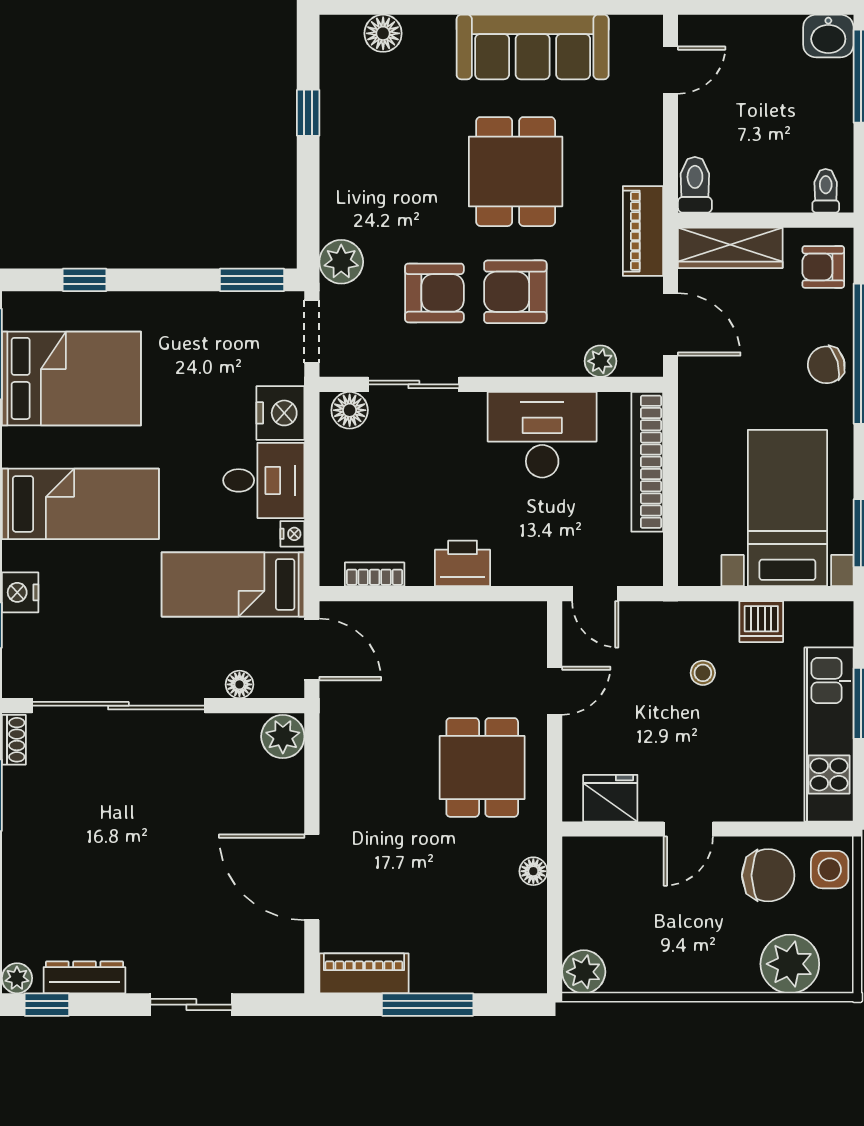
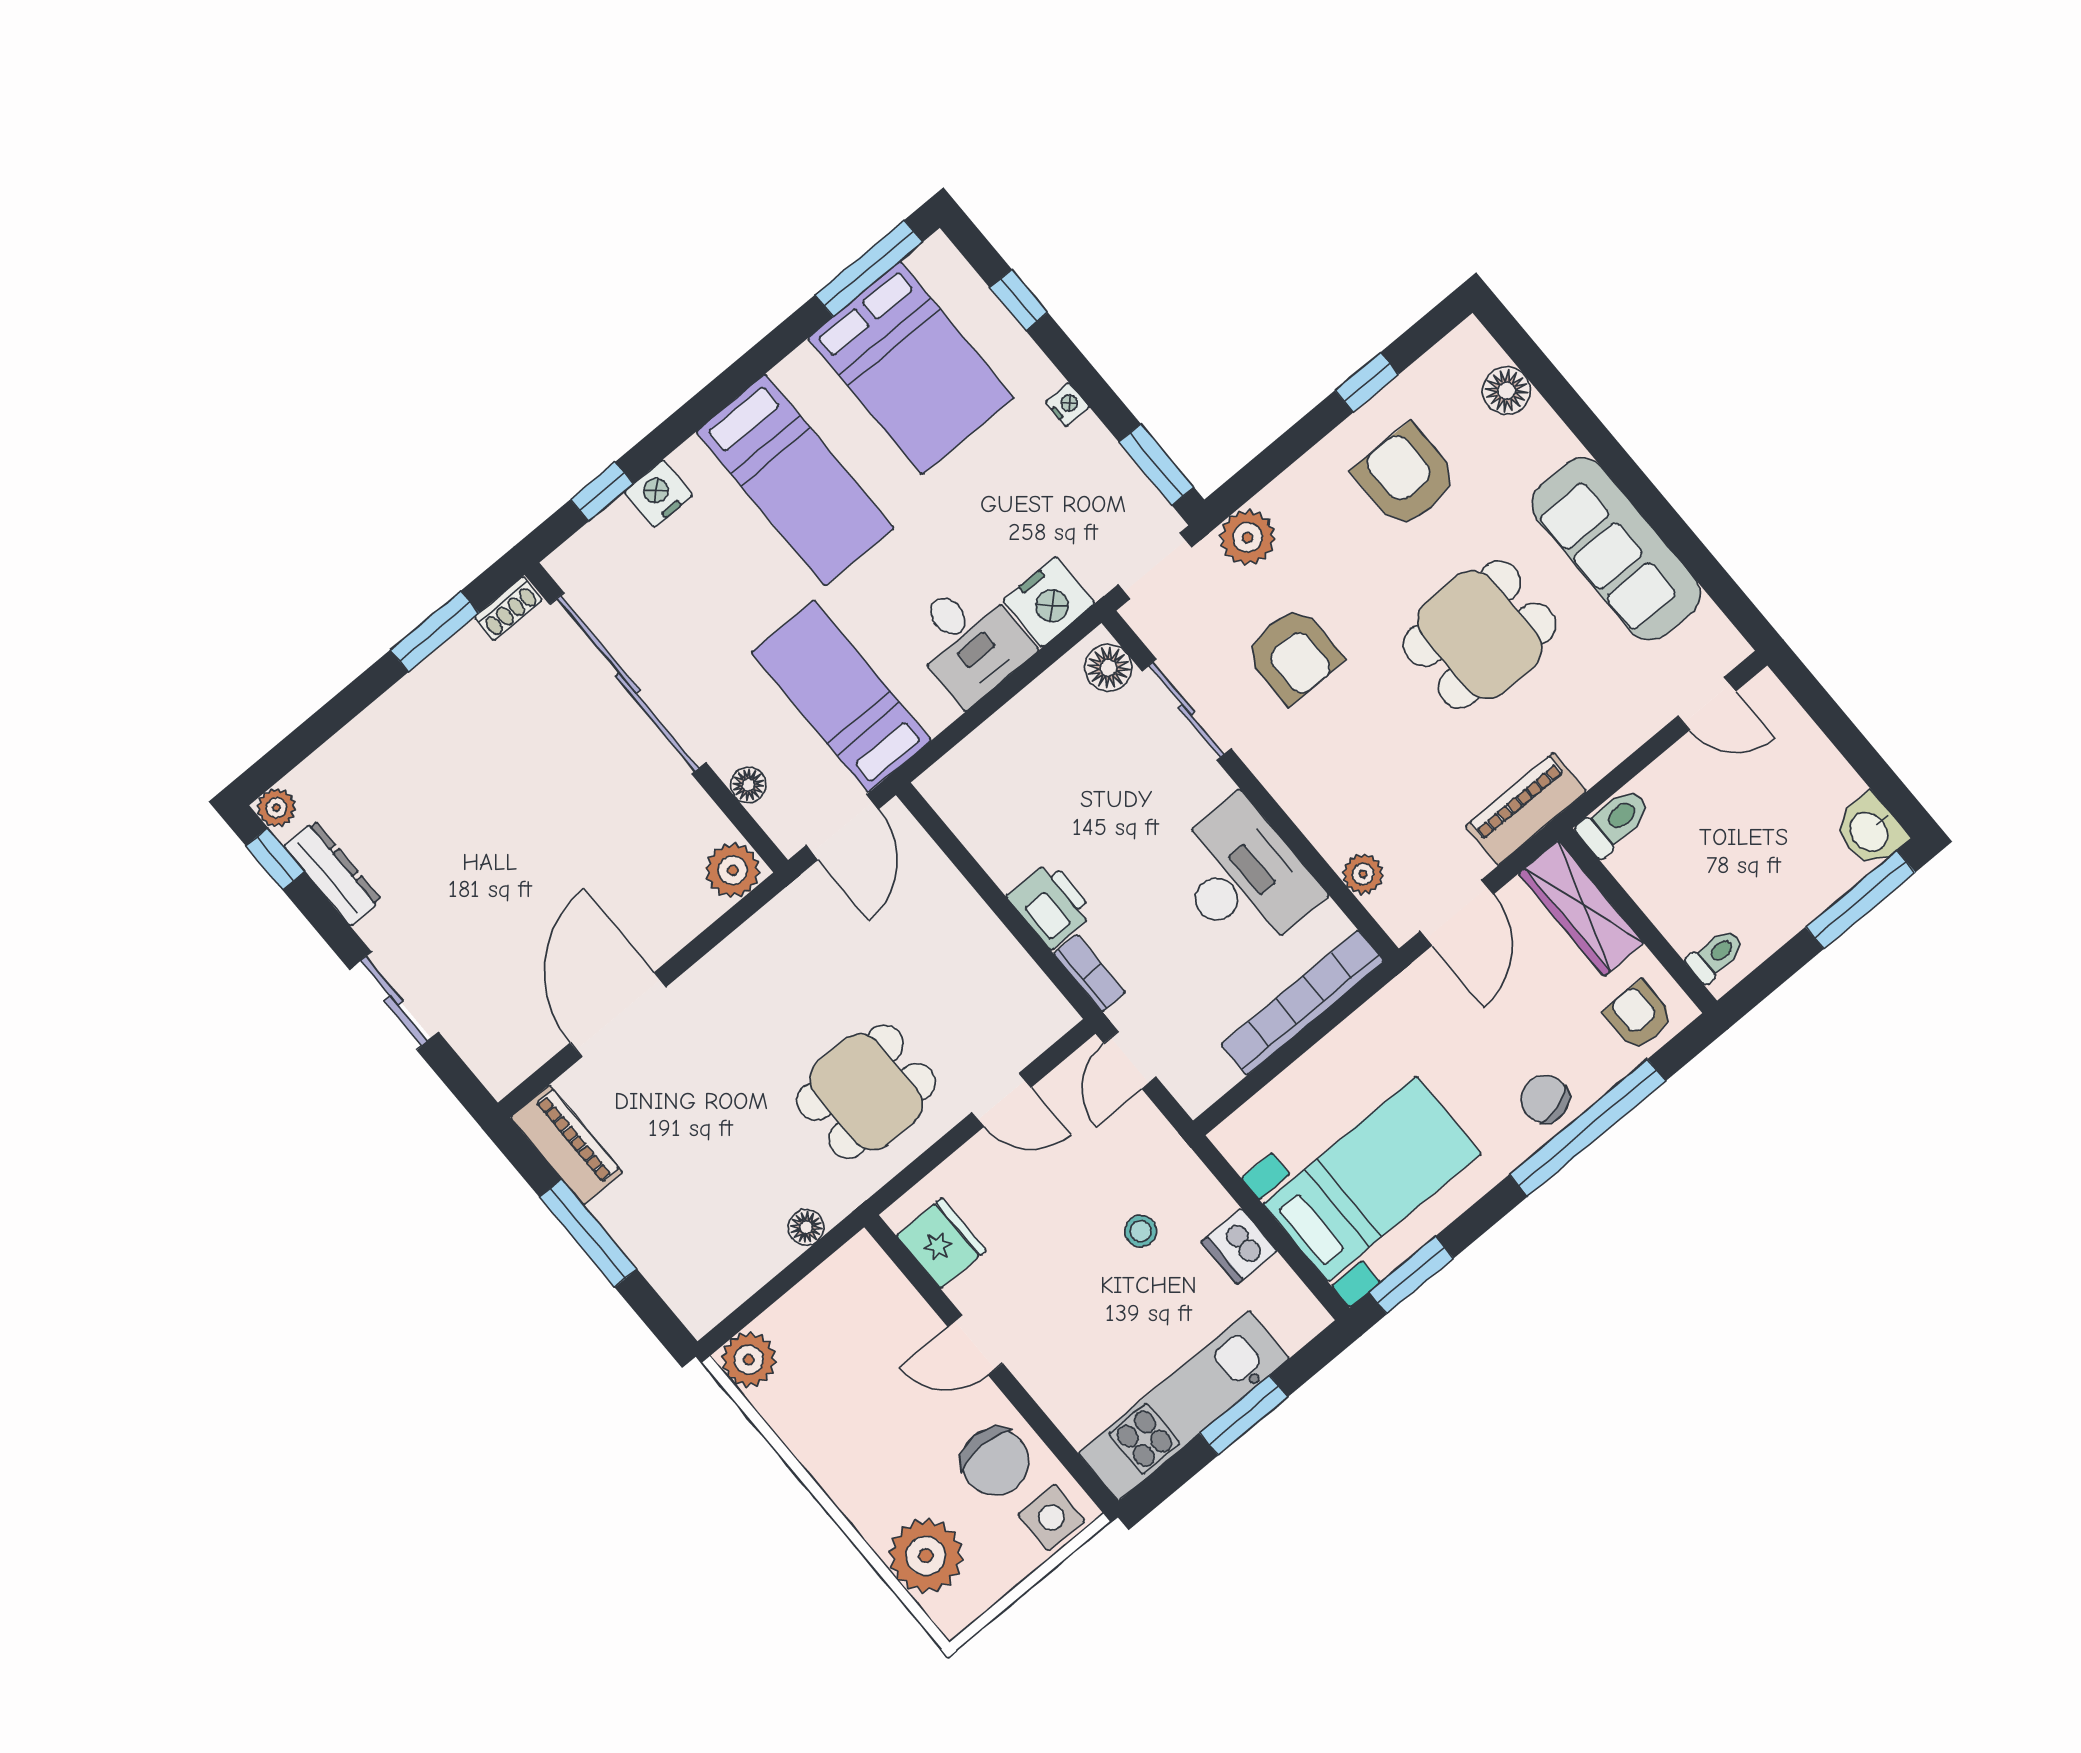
armchair: (515, 292) -> (1406, 476), moved
nightstand: (292, 534) -> (1067, 405), moved, turned -90
bookcase: (375, 574) -> (1090, 973), moved

